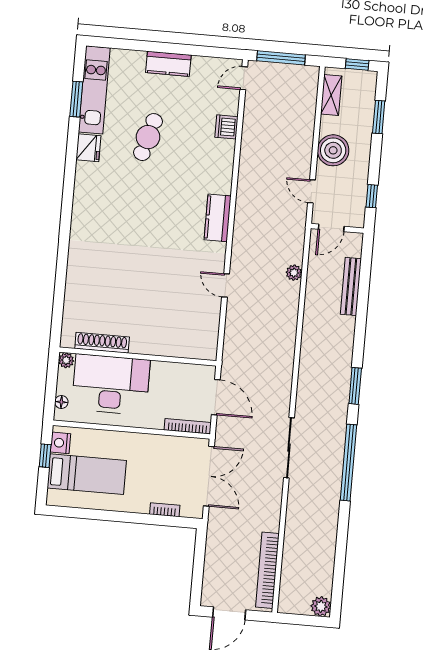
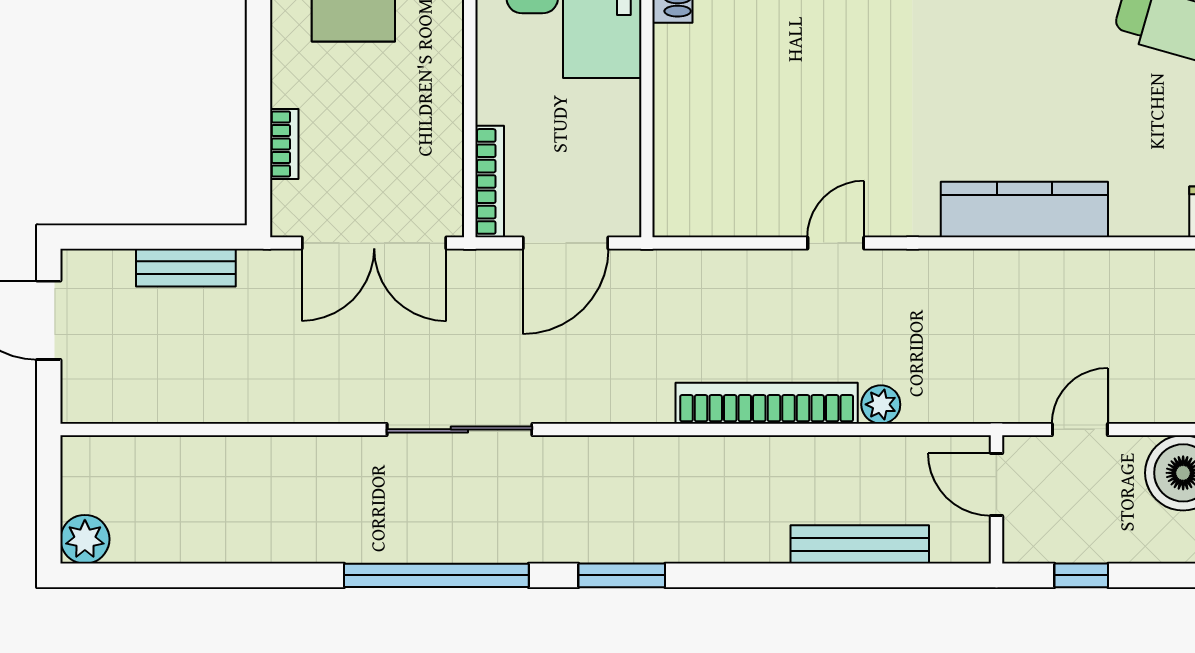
kitchen counter: (218, 218) -> (1024, 210), width x1.50
bench: (212, 555) -> (186, 268), added
bookcase: (267, 570) -> (767, 403), moved

